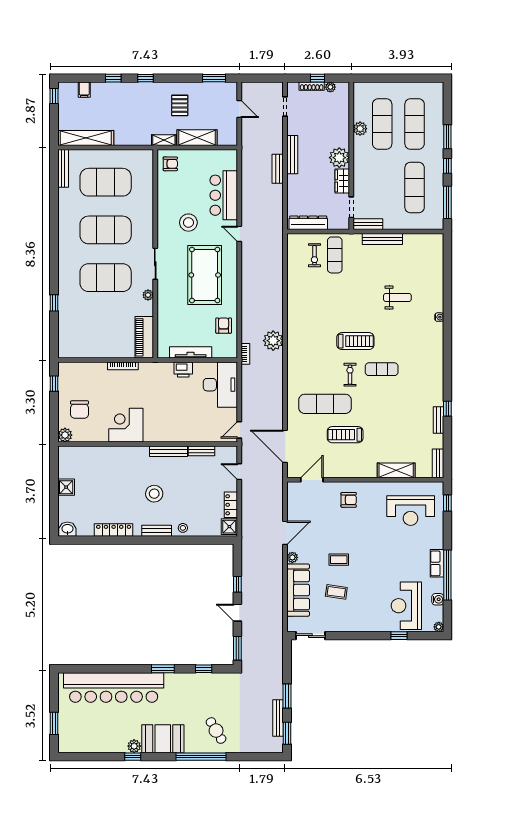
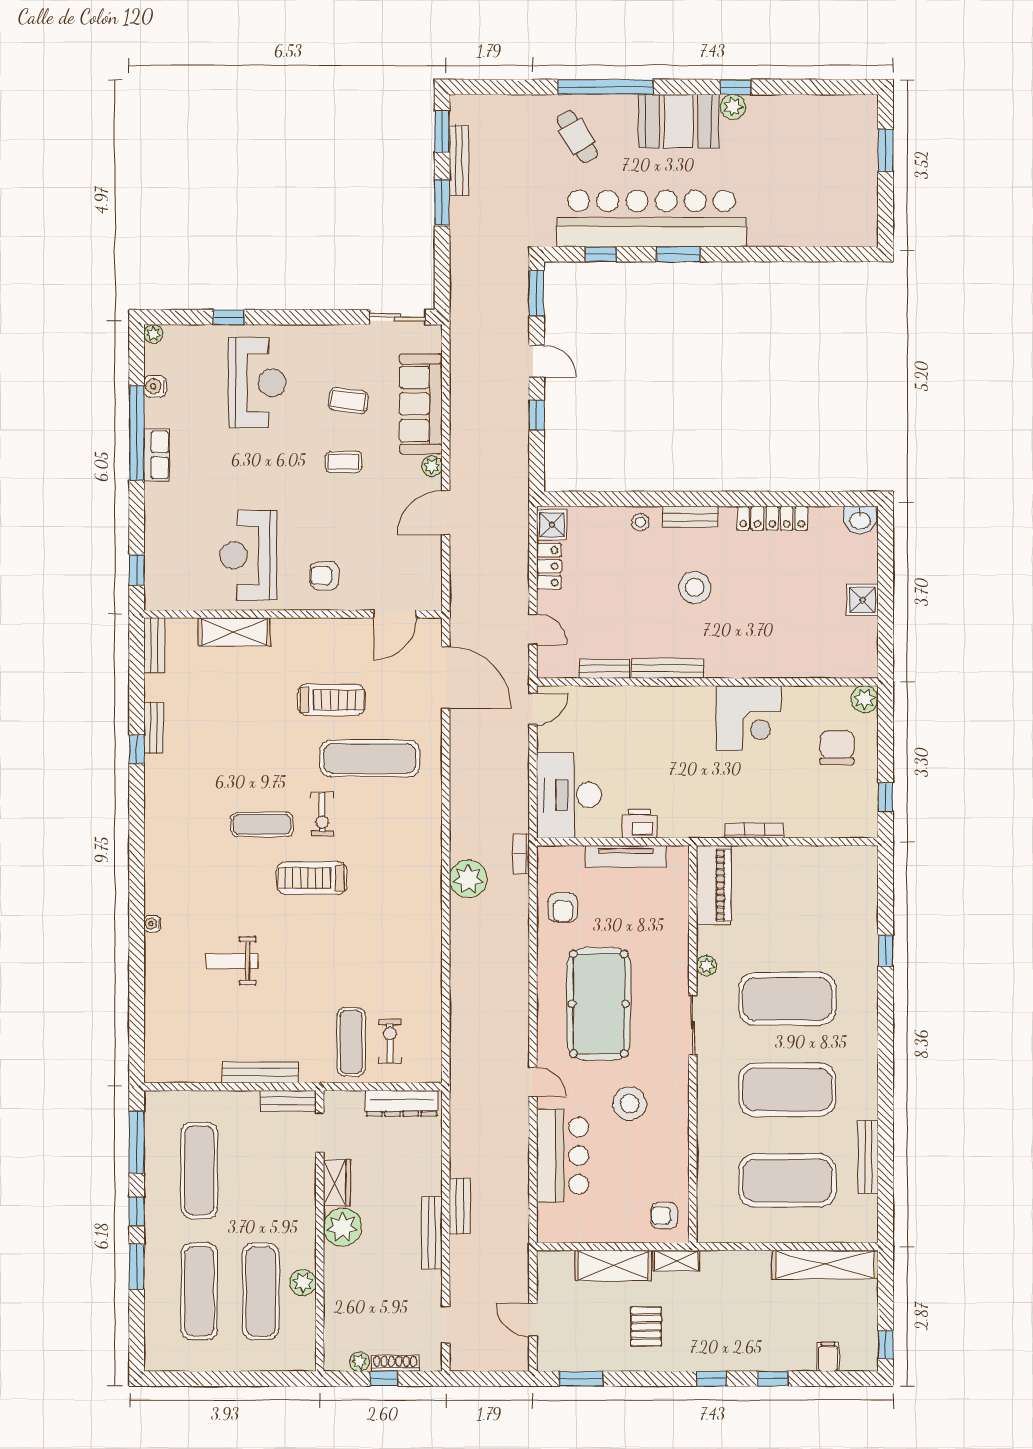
bench: (63, 168) -> (868, 1157), moved
reception desk: (411, 511) -> (248, 555), moved, turned -90
reception desk: (406, 606) -> (257, 383), moved
bar counter: (114, 687) -> (652, 219), moved

